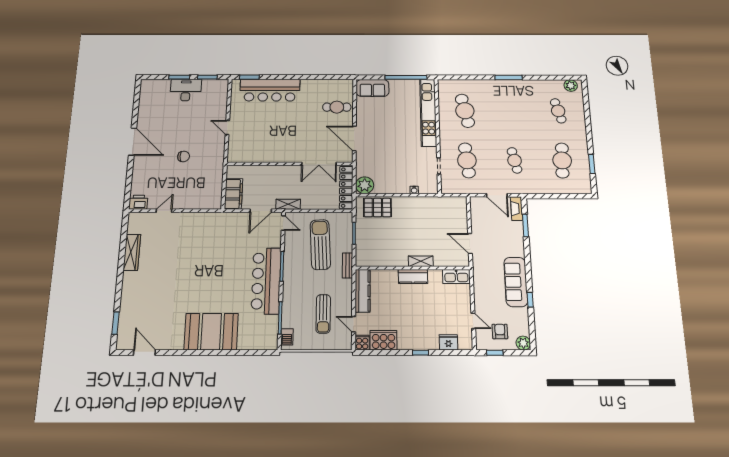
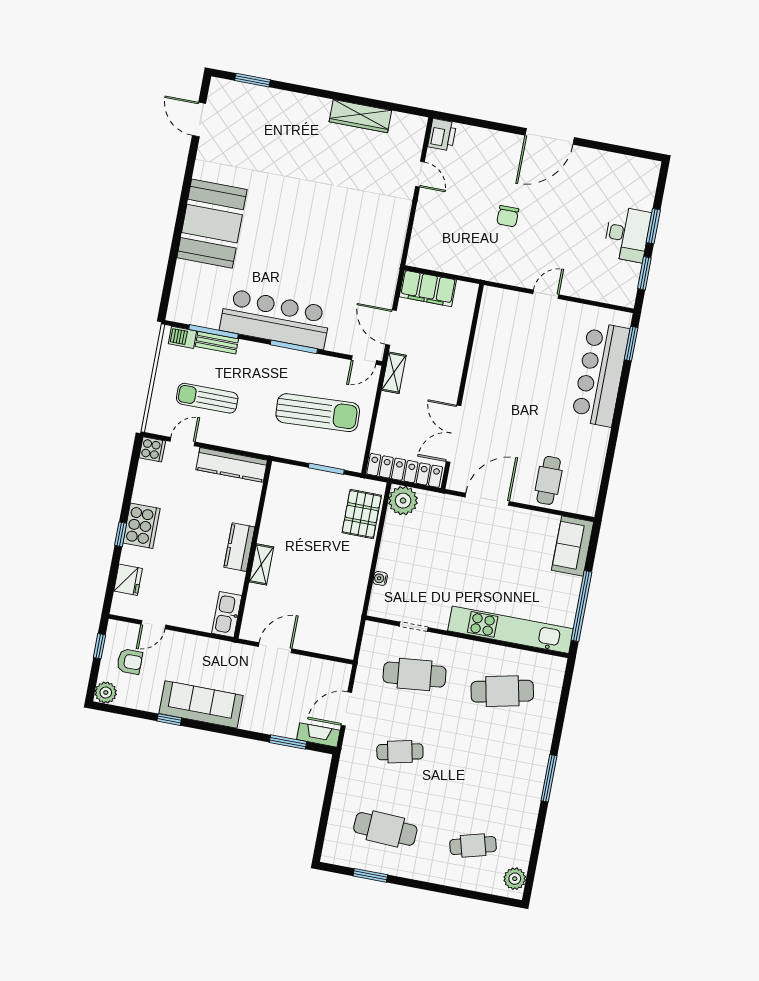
bench: (347, 265) -> (217, 343), moved
cooker: (384, 340) -> (142, 526), moved
door: (144, 353) -> (199, 120), swing flipped

